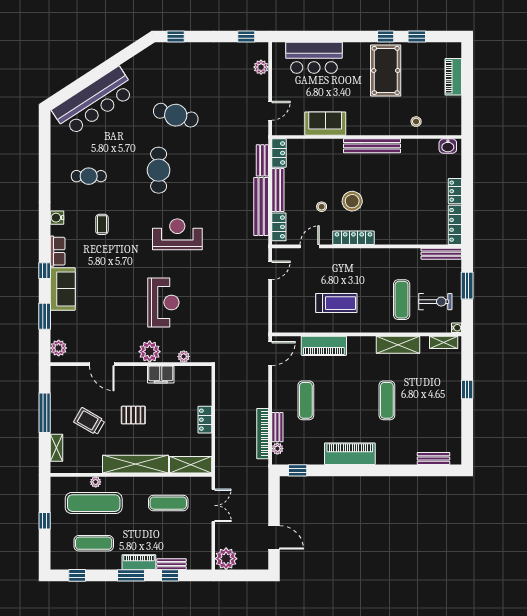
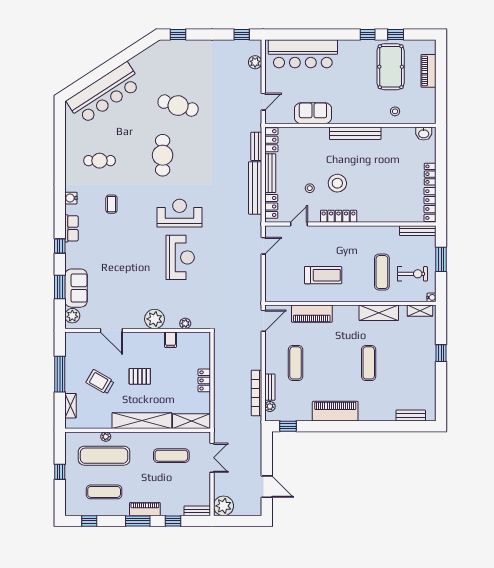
bar counter: (314, 58) -> (303, 54), width x1.36
pool table: (386, 70) -> (391, 67), moved
sofa: (63, 289) -> (76, 288), moved
reception desk: (163, 302) -> (180, 257), moved
filing cabinet: (161, 375) -> (170, 340), width x0.50
bench: (171, 564) -> (197, 511), moved

